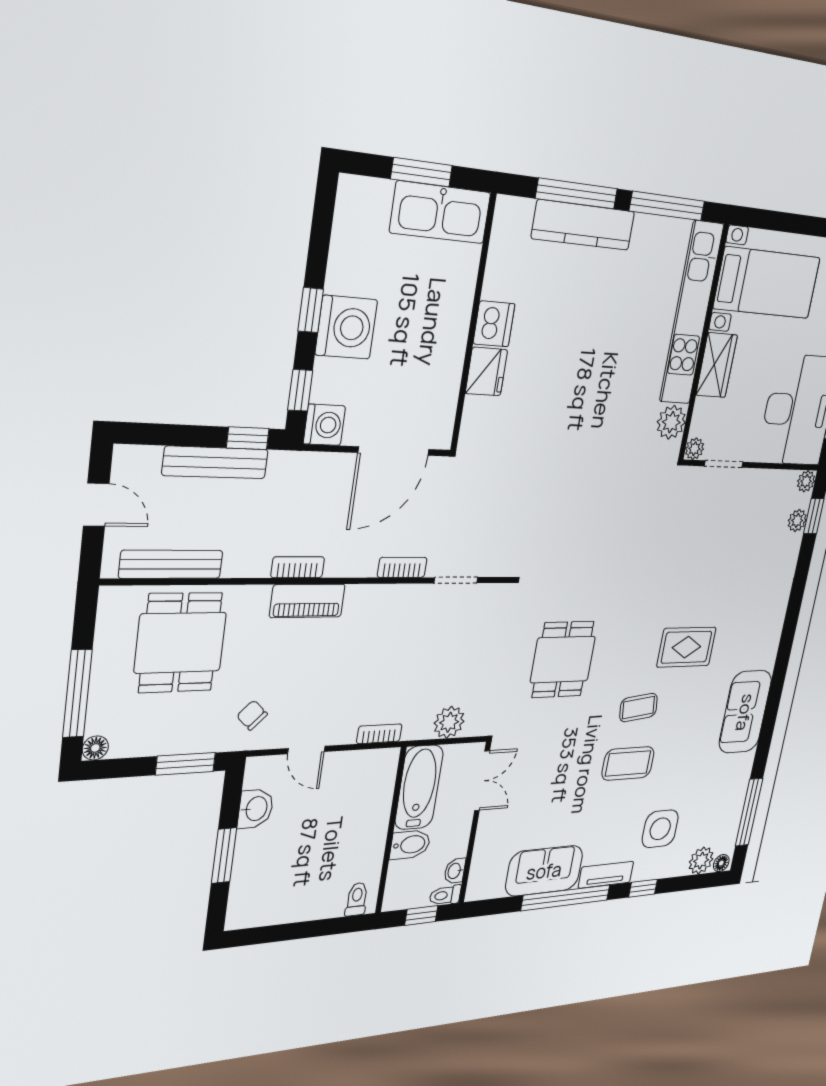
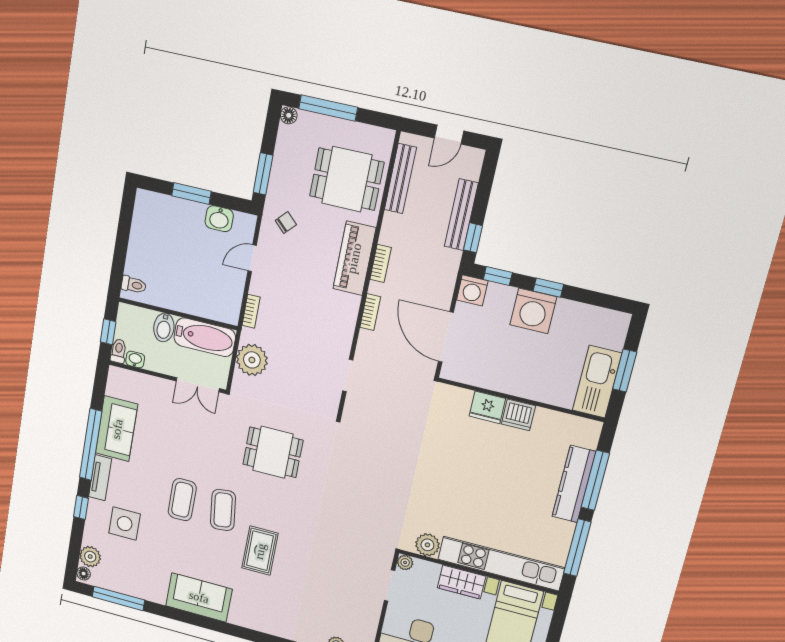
bookcase: (402, 567) -> (370, 312), moved
piano: (307, 601) -> (354, 258), width x1.37, depth x1.33
coffee table: (638, 708) -> (223, 510), width x1.36, depth x1.30
plant: (449, 722) -> (252, 360), width x1.36, depth x1.36

